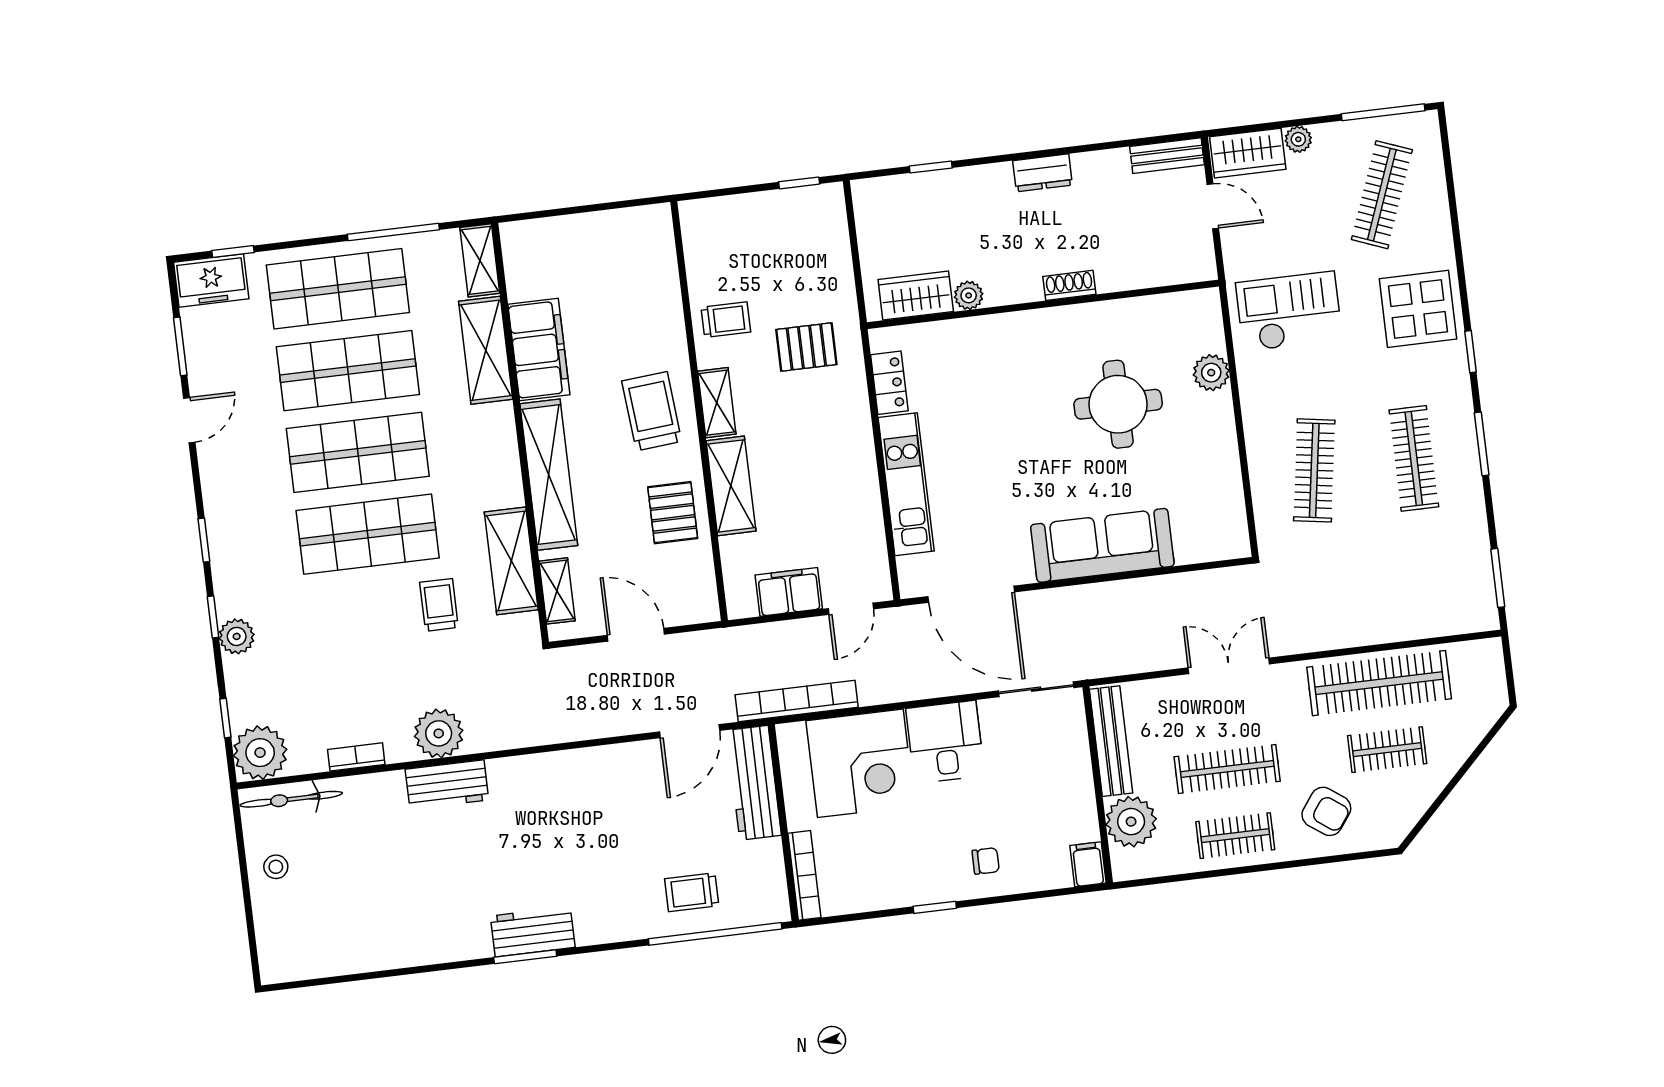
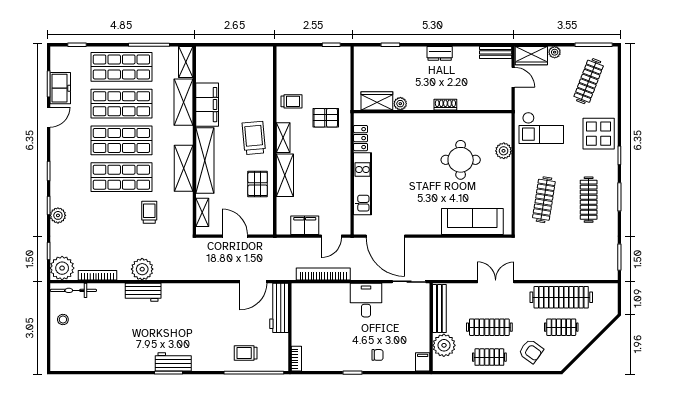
freezer: (211, 281) -> (60, 88), moved, turned -90
checkout: (1289, 311) -> (541, 128), turned 180
sofa: (1102, 545) -> (472, 221), moved
shelving: (511, 561) -> (184, 168), moved
bookcase: (797, 701) -> (323, 274), moved
bookcase: (356, 757) -> (98, 275), width x1.56
corner desk: (860, 763) -> (327, 305), removed
bookcase: (804, 875) -> (296, 359), width x0.64

